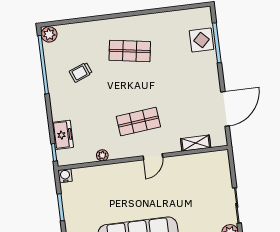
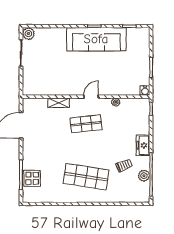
plant: (49, 34) -> (144, 176), moved
shop shelf: (130, 51) -> (86, 177), width x1.43, depth x1.36
freezer: (63, 135) -> (143, 145), moved
shelving: (196, 143) -> (59, 103), moved
door: (153, 157) -> (91, 97), moved

